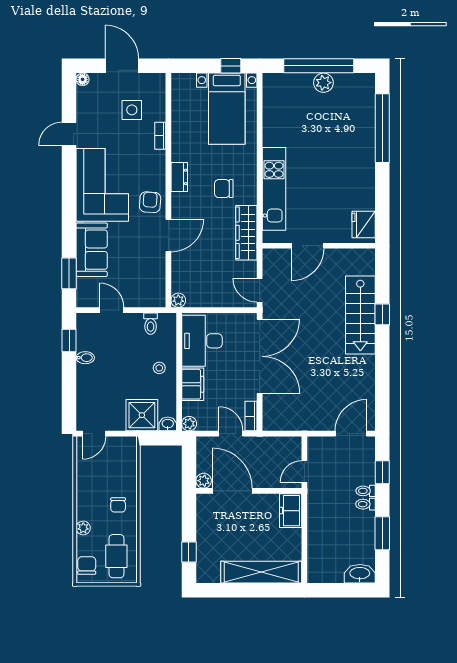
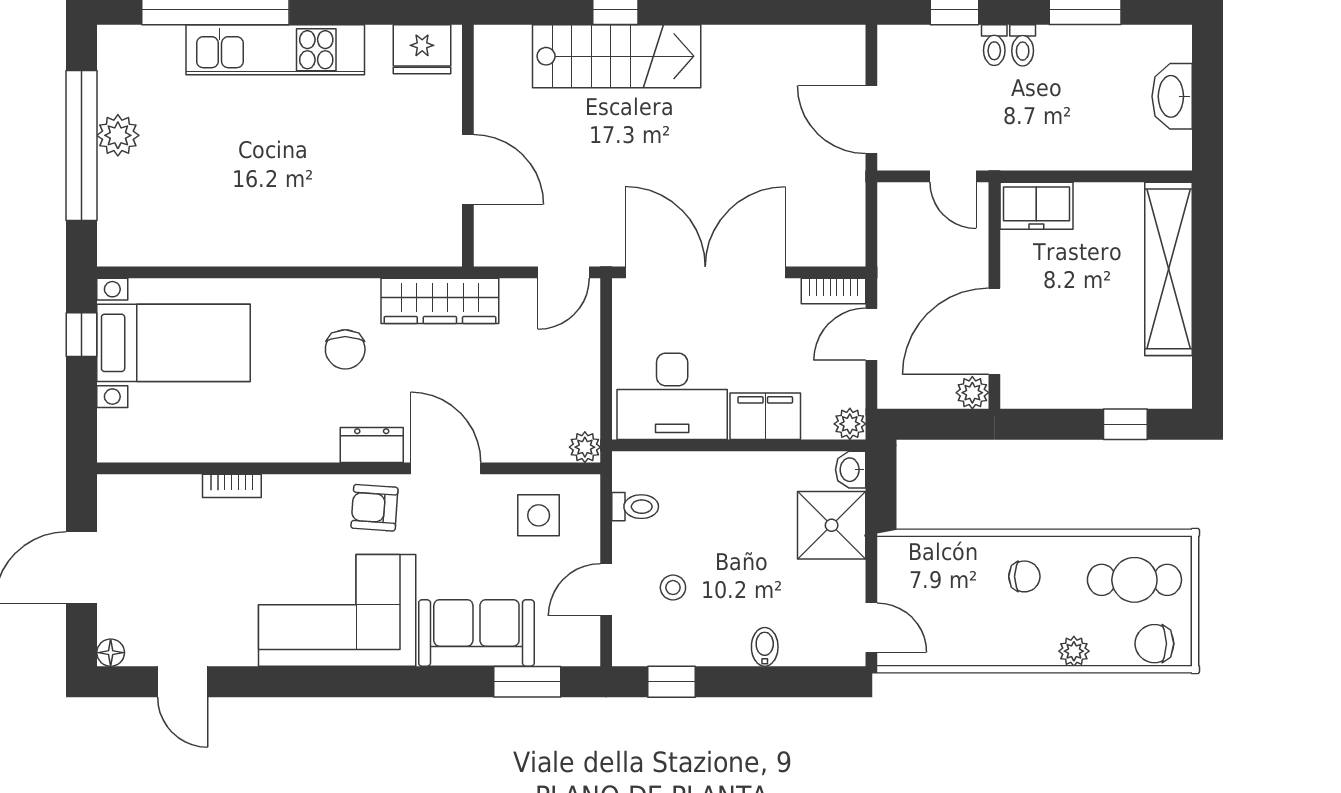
side table: (132, 110) -> (539, 515), moved
door: (69, 134) -> (183, 682), moved
dresser: (179, 177) -> (372, 445), moved
kitchen unit: (274, 189) -> (275, 50), moved, turned 180
bidet: (85, 358) -> (765, 647), moved
stool: (159, 368) -> (673, 588), moved
door: (351, 434) -> (871, 120), moved
washbasin: (360, 574) -> (1172, 96), moved

